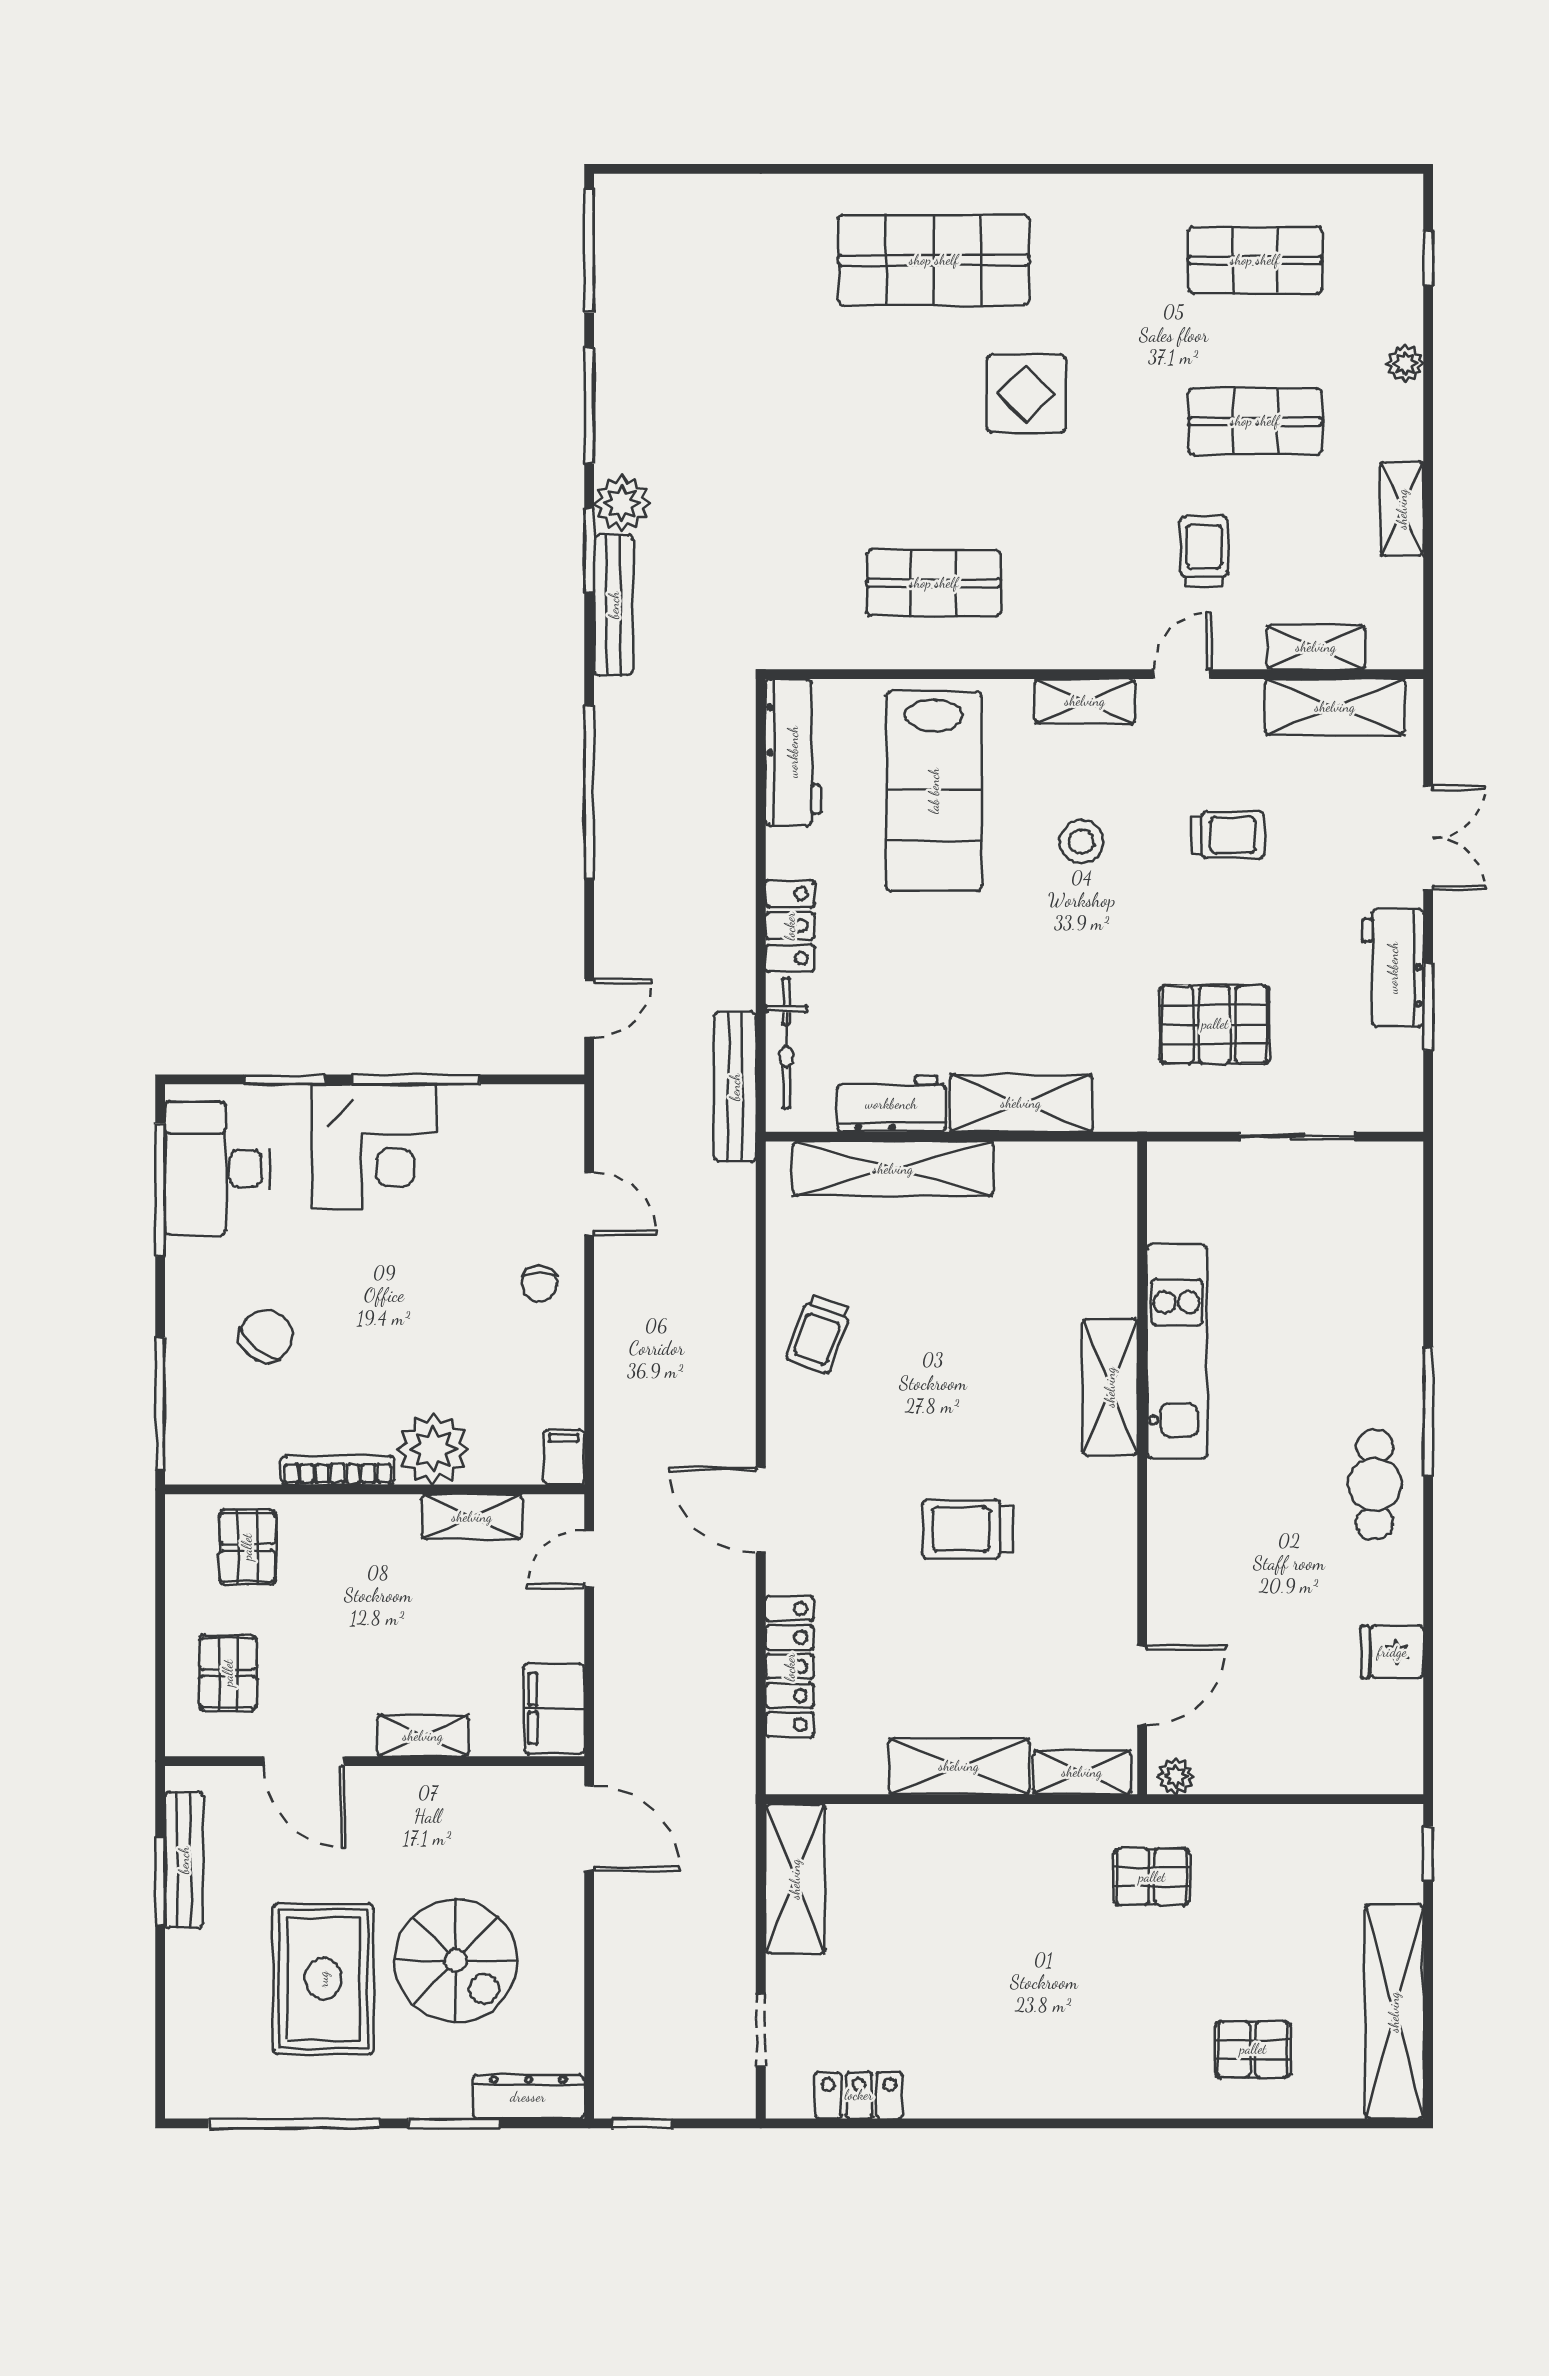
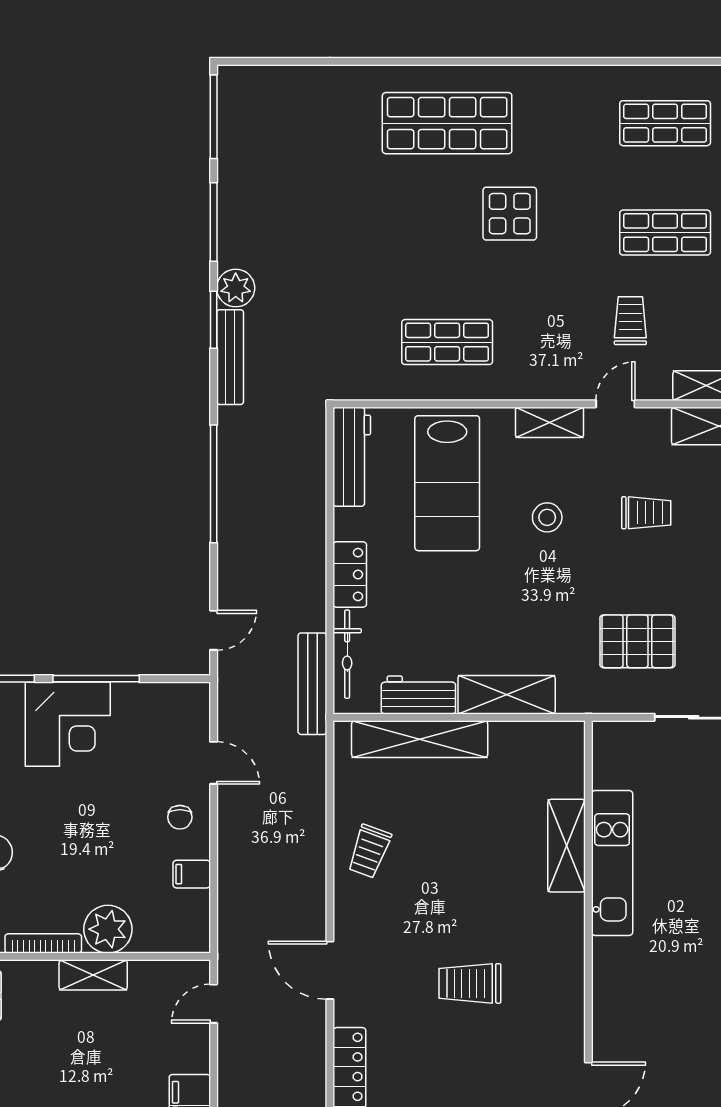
shelving: (1110, 1387) -> (567, 846), moved
filing cabinet: (564, 1457) -> (192, 874), moved, turned -90
shelving: (472, 1517) -> (93, 975), moved

